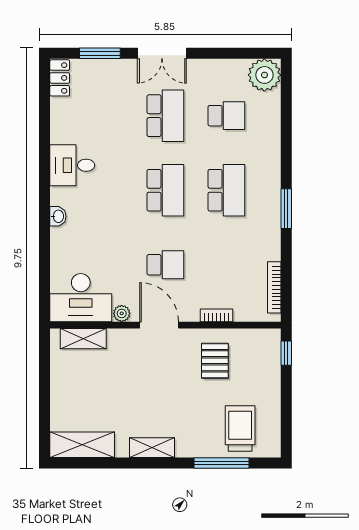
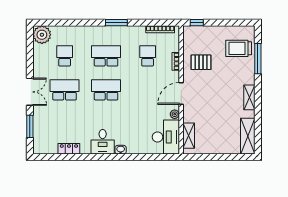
locker: (60, 78) -> (69, 149), moved
desk: (72, 165) -> (103, 142), moved
school desk: (165, 265) -> (148, 56), moved

